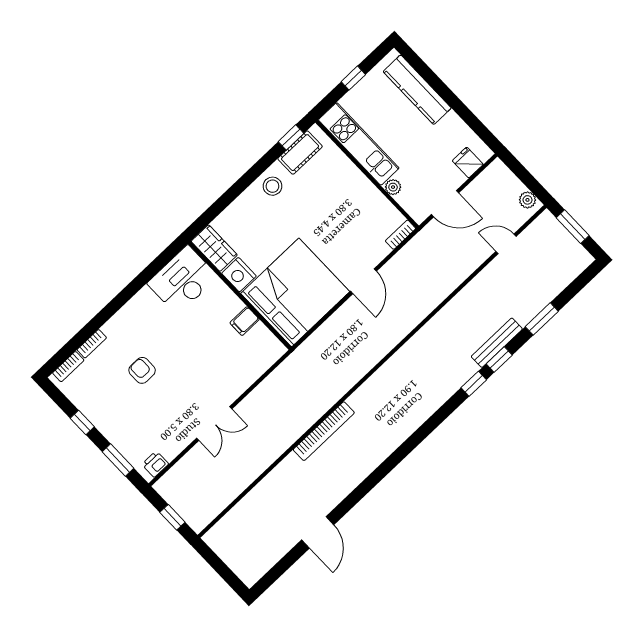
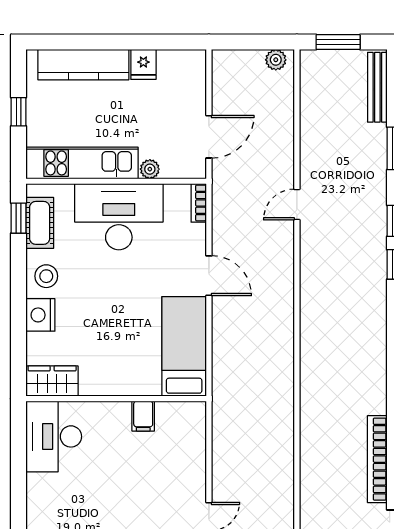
fridge: (468, 163) -> (143, 64), moved, turned -90
desk: (348, 196) -> (119, 217), added
door: (506, 244) -> (297, 204), moved
nightstand: (239, 275) -> (40, 315), moved, turned 90
bed: (295, 293) -> (184, 346), width x0.49
bench: (497, 343) -> (377, 87), moved
bookcase: (324, 431) -> (377, 459), moved, turned 180

